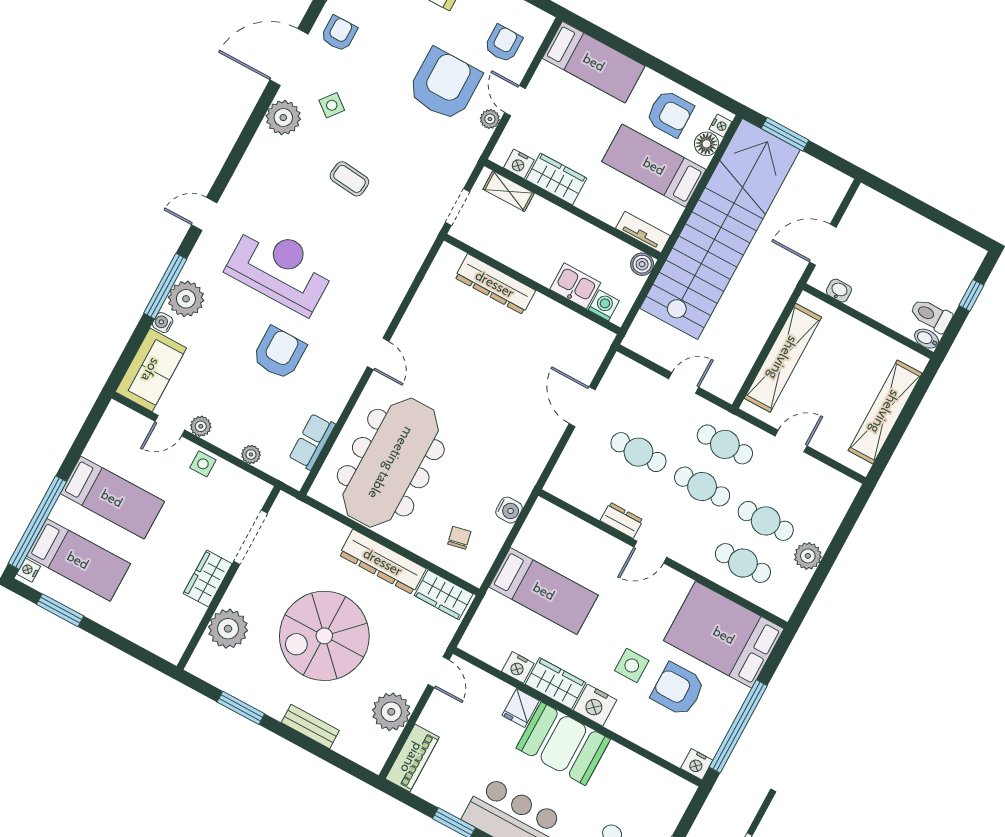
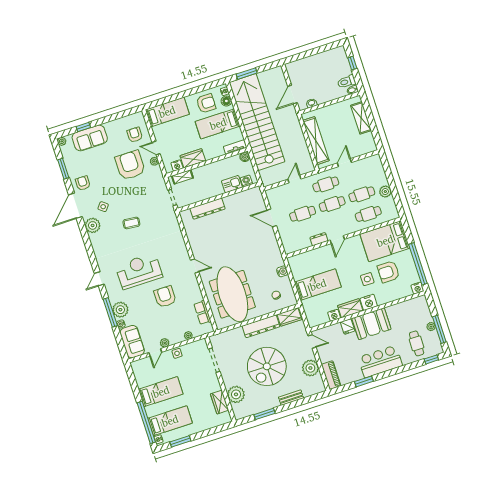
shelving: (885, 412) -> (361, 118), width x0.68
wardrobe: (208, 579) -> (220, 402), moved

